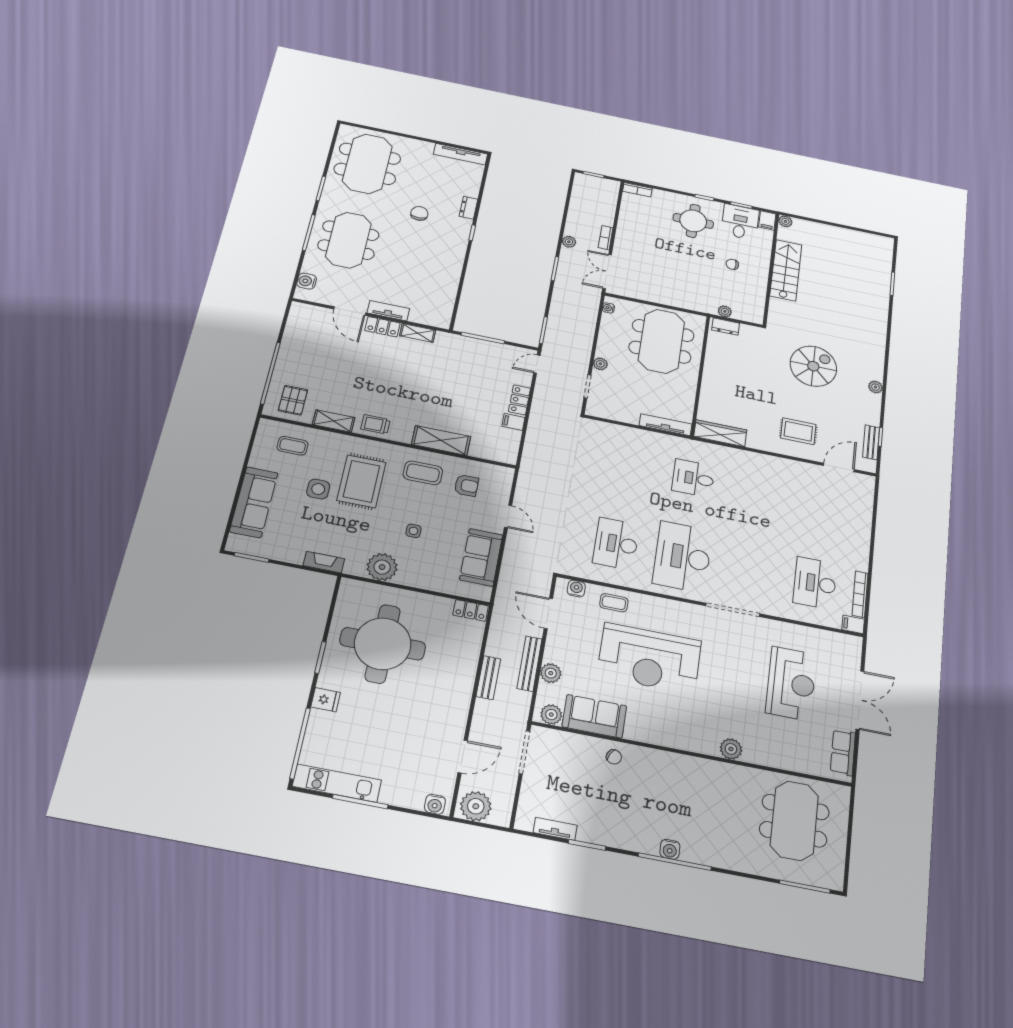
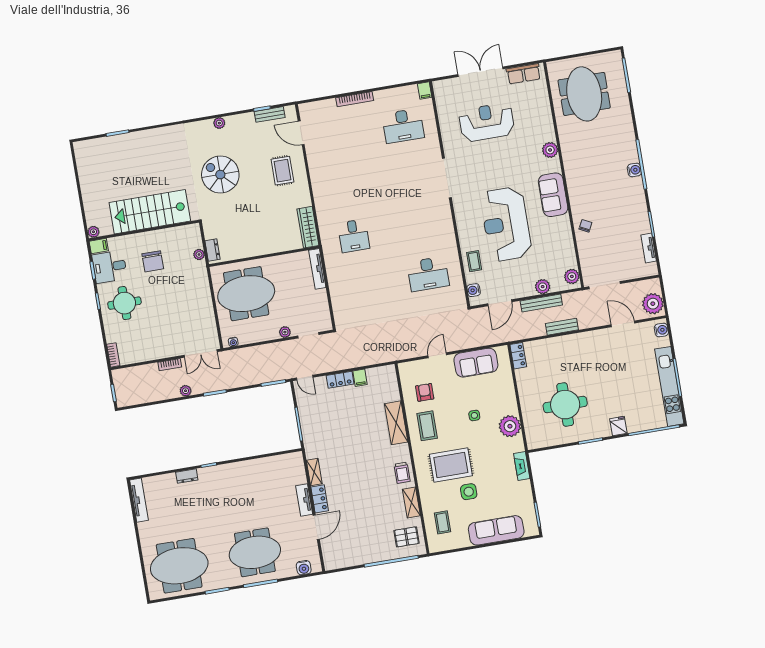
chair: (419, 213) -> (208, 510), removed
chair: (732, 264) -> (153, 261), width x1.87, depth x1.87
stairs: (786, 270) -> (150, 212), width x1.36, depth x1.51
desk: (683, 557) -> (420, 225), removed
bookcase: (860, 594) -> (355, 99), moved
round table: (383, 644) -> (565, 405), width x0.73, depth x0.73
reception desk: (649, 658) -> (506, 224), turned 180
sofa: (594, 716) -> (553, 195), moved
kitchen unit: (337, 783) -> (669, 386), width x1.36
meeting table: (794, 821) -> (584, 94), turned 90

